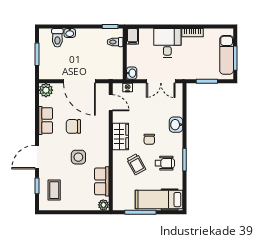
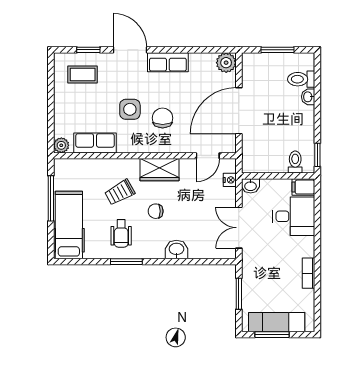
desk: (167, 43) -> (294, 216), moved
row of seats: (46, 120) -> (168, 62), moved
chair: (73, 126) -> (163, 118), moved

